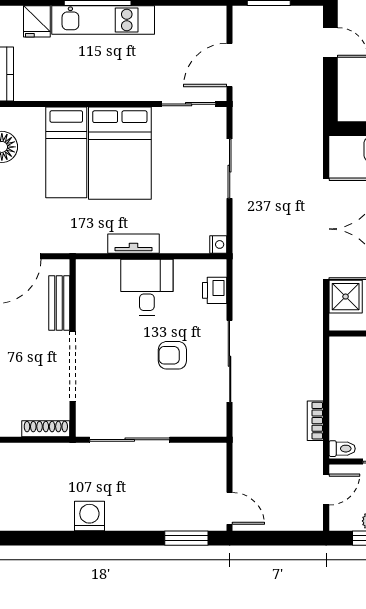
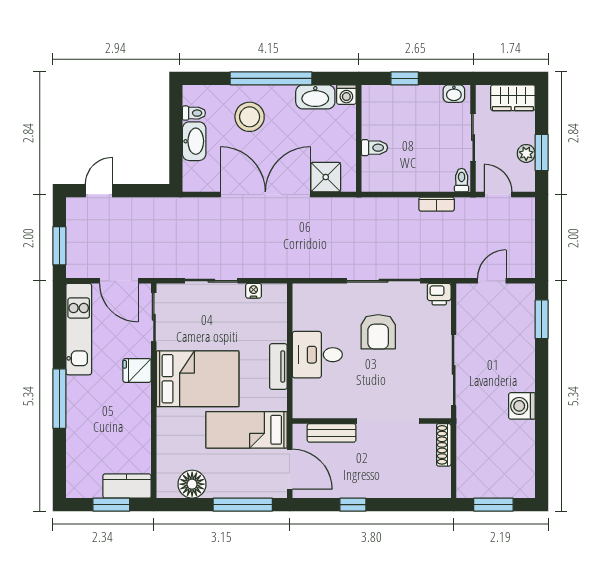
kitchen unit: (103, 20) -> (79, 329), moved
fridge: (37, 21) -> (137, 370), moved, turned 180
bed: (66, 152) -> (246, 430), moved, turned 180
nightstand: (218, 244) -> (254, 291), moved
printer: (215, 290) -> (439, 294), moved
armchair: (172, 355) -> (378, 332), width x1.38, depth x1.38
door: (230, 508) -> (492, 281), moved

